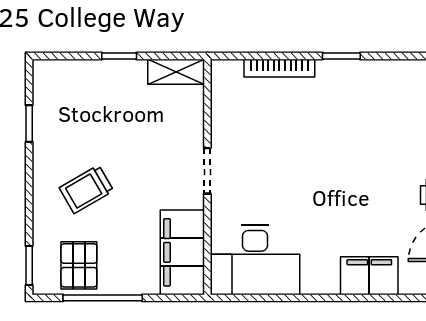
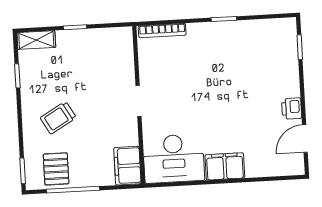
bookcase: (279, 68) -> (162, 31), moved
shelving: (176, 72) -> (36, 40), moved
filing cabinet: (182, 252) -> (127, 166), width x0.67, depth x0.86
filing cabinet: (369, 276) -> (225, 166), moved

